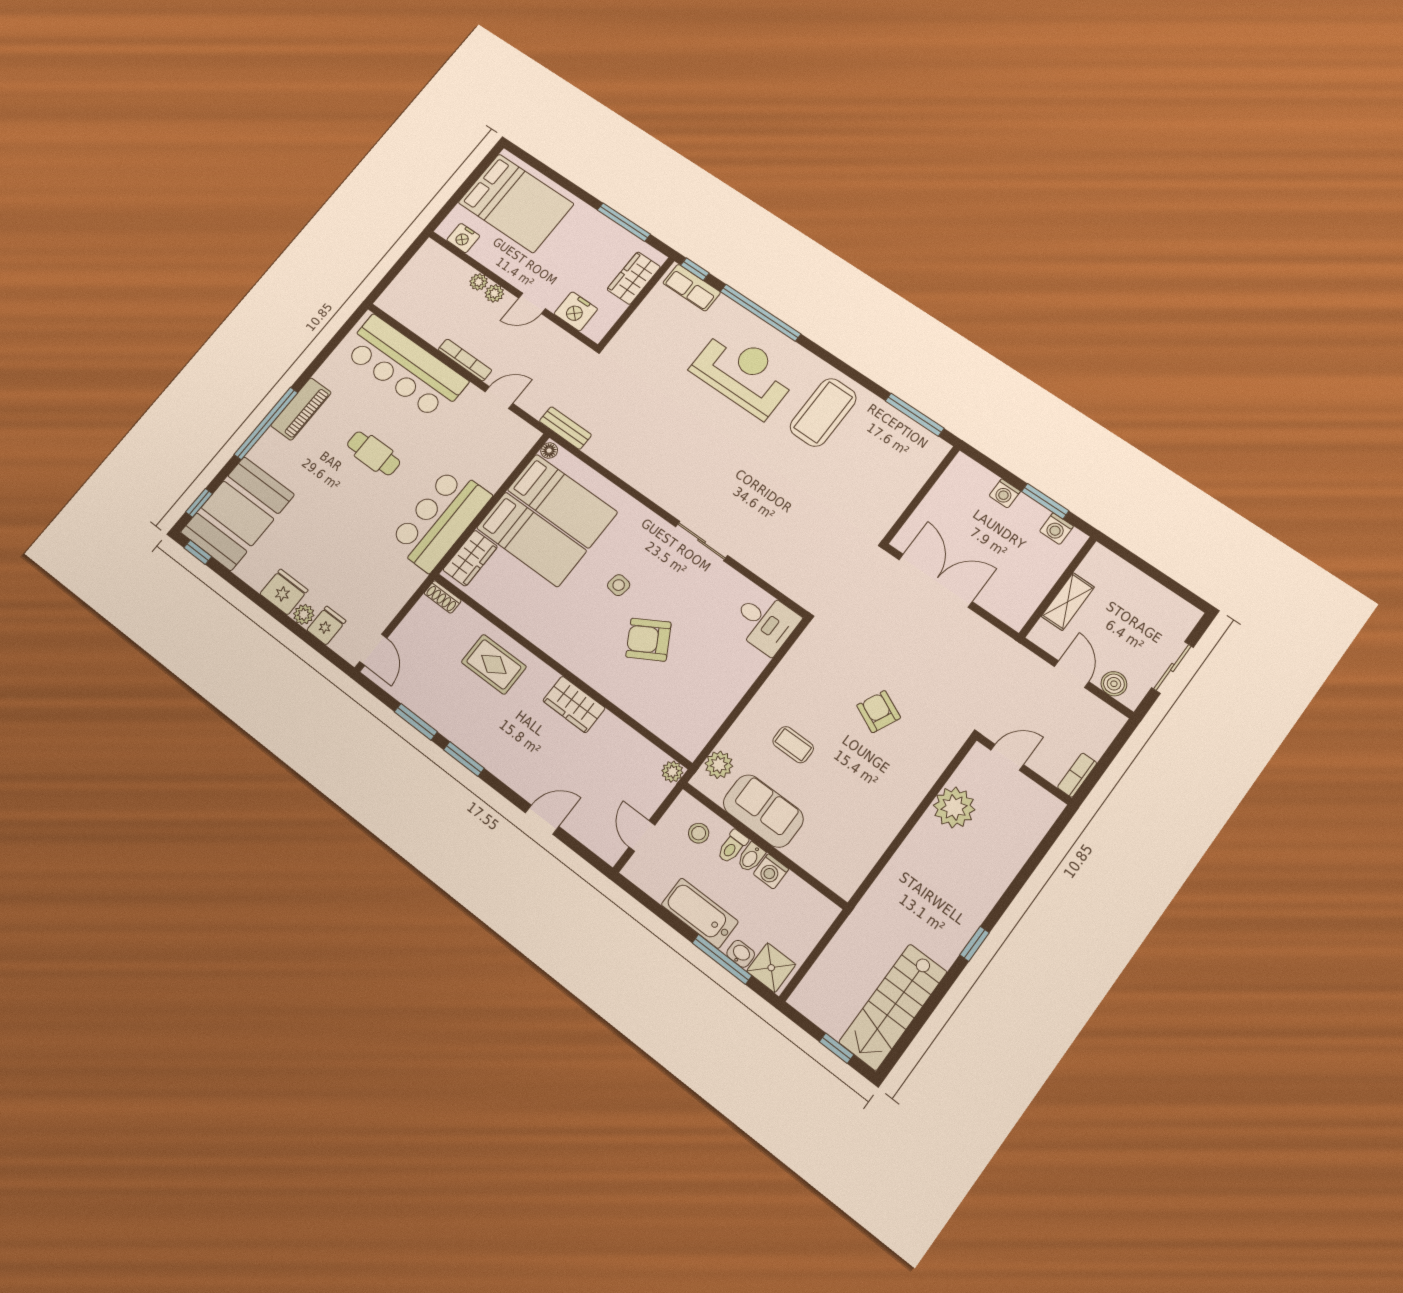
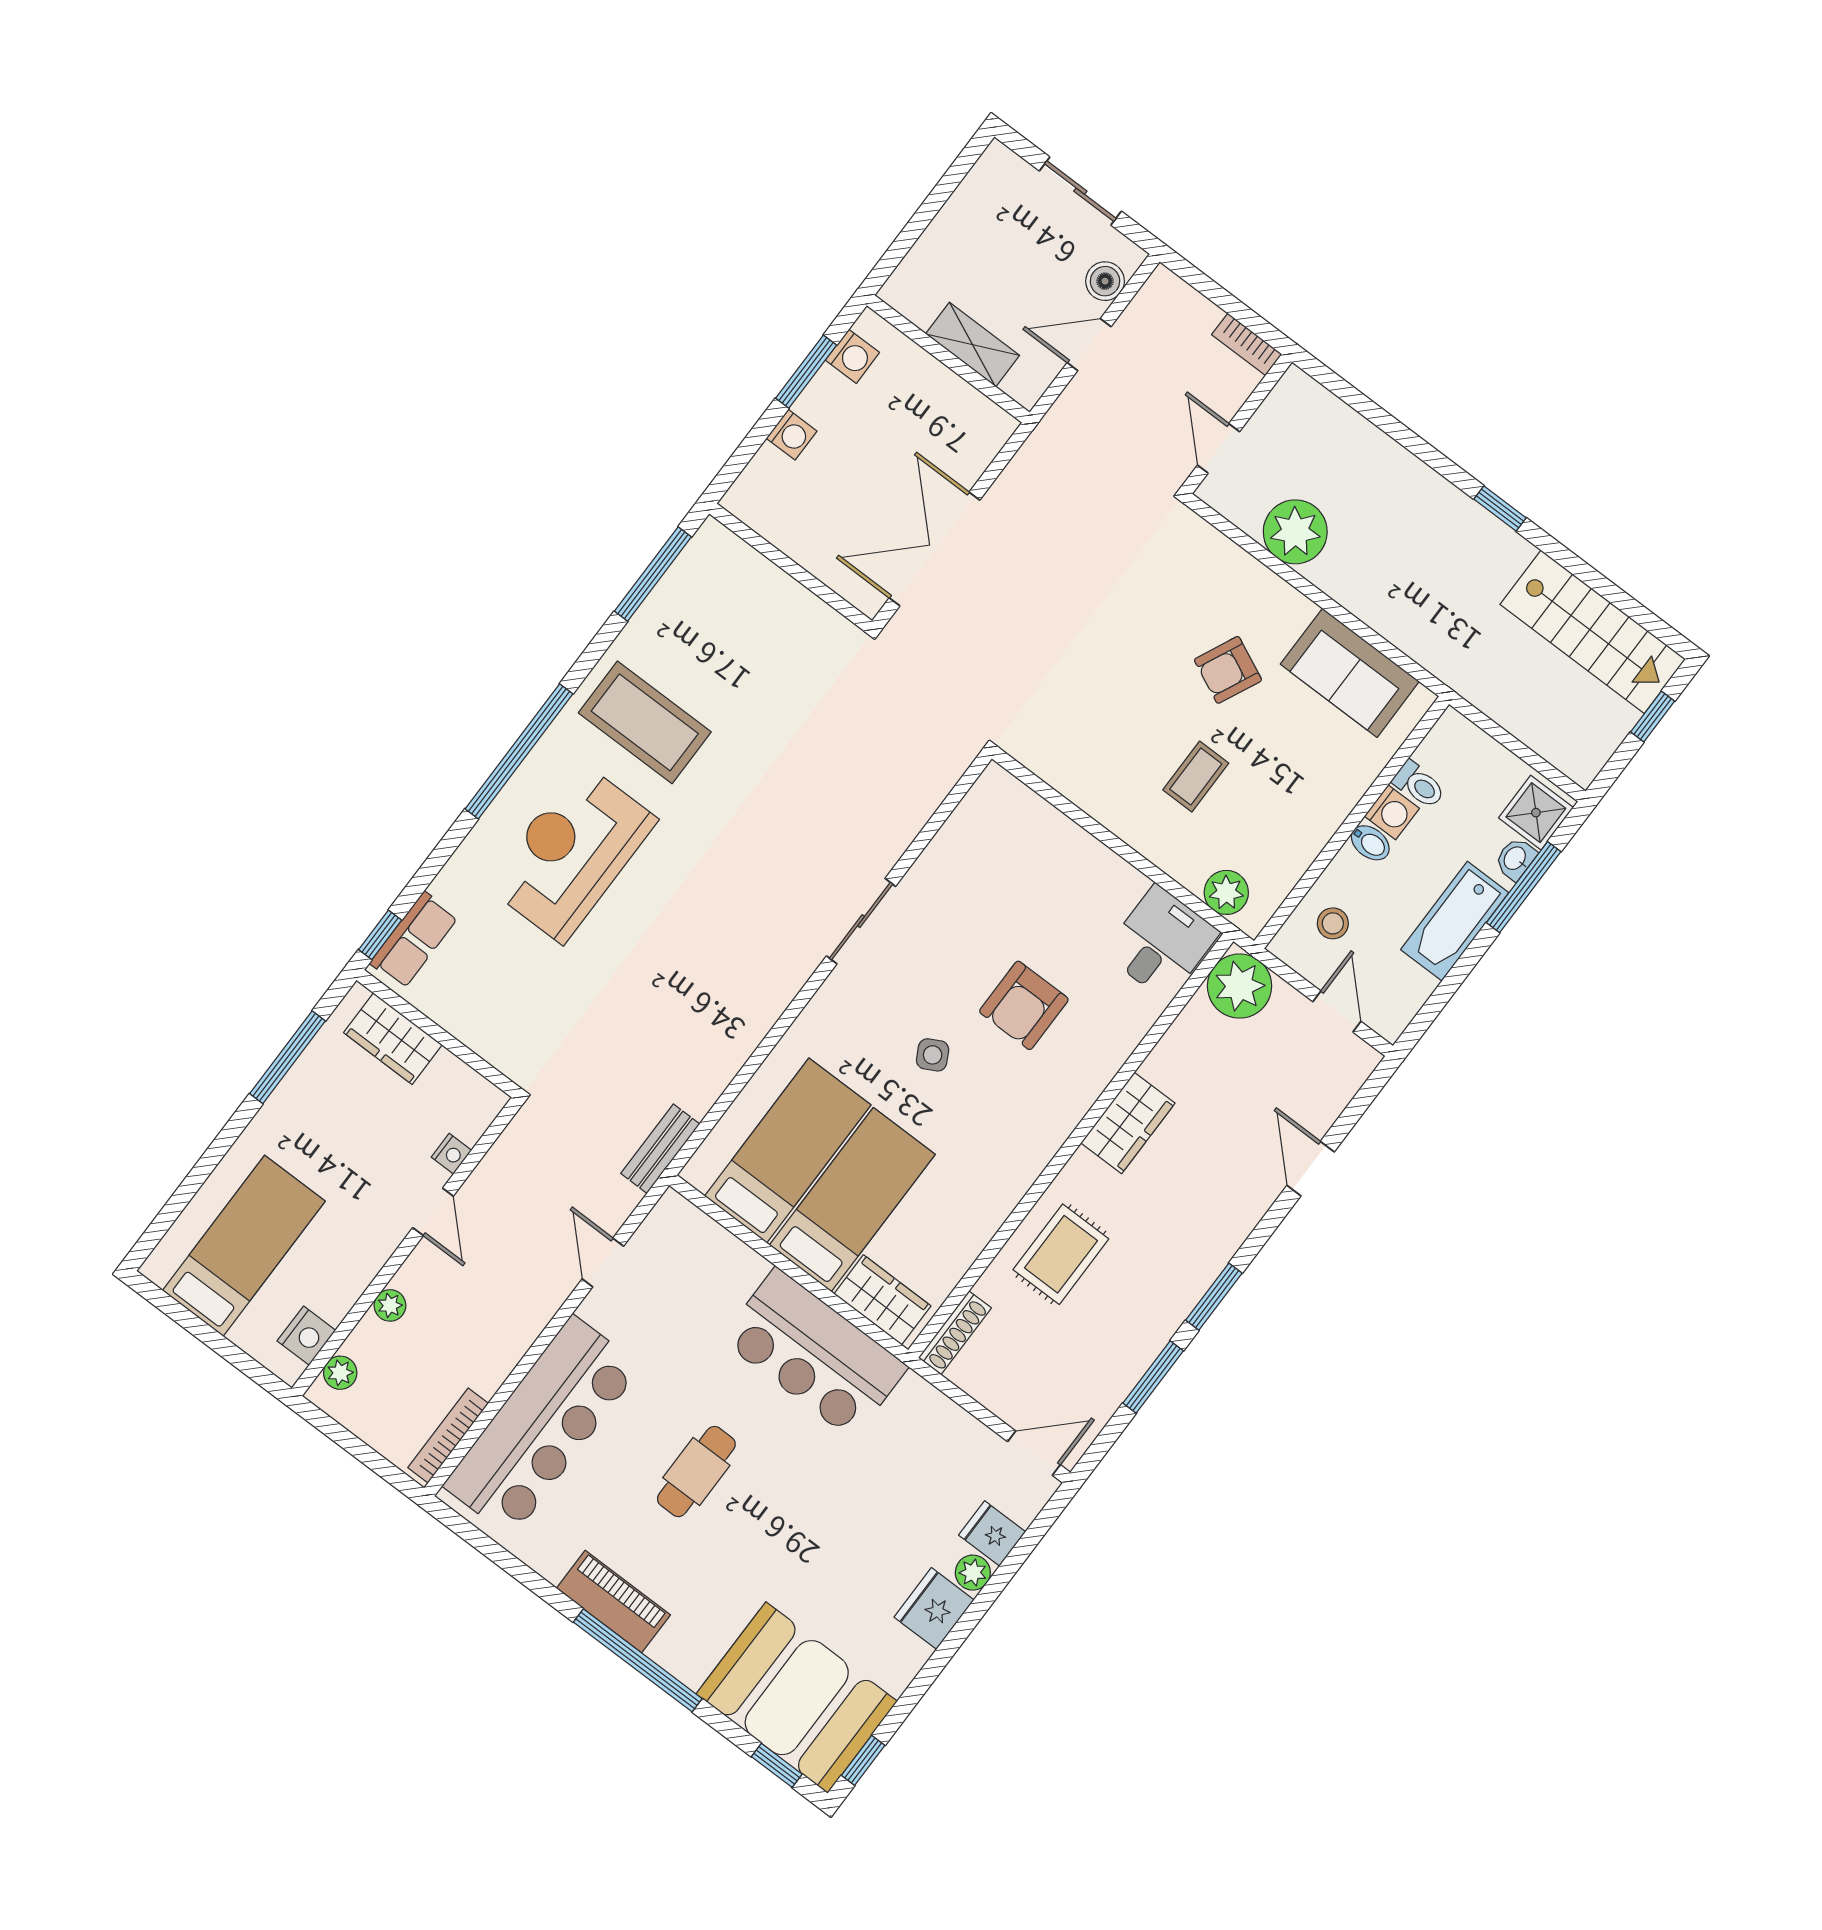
bed: (516, 203) -> (244, 1246), width x0.67
plant: (494, 293) -> (340, 1373), moved
nightstand: (576, 311) -> (451, 1154), width x0.53, depth x0.56
window: (760, 313) -> (519, 751), moved
bookcase: (465, 360) -> (448, 1435), moved
floor lamp: (549, 450) -> (699, 1175), removed
side table: (619, 585) -> (933, 1055), turned -37
shoe rack: (443, 597) -> (955, 1333), width x1.43
desk: (765, 622) -> (1161, 943), moved
armchair: (648, 640) -> (1024, 1005), turned 30
armchair: (879, 712) -> (1228, 670), moved
plant: (672, 772) -> (1240, 986), width x1.88, depth x1.88
sofa: (763, 811) -> (1350, 673), moved, turned -90
door: (642, 836) -> (1337, 1012), swing flipped
toilet: (732, 847) -> (1419, 785), moved

